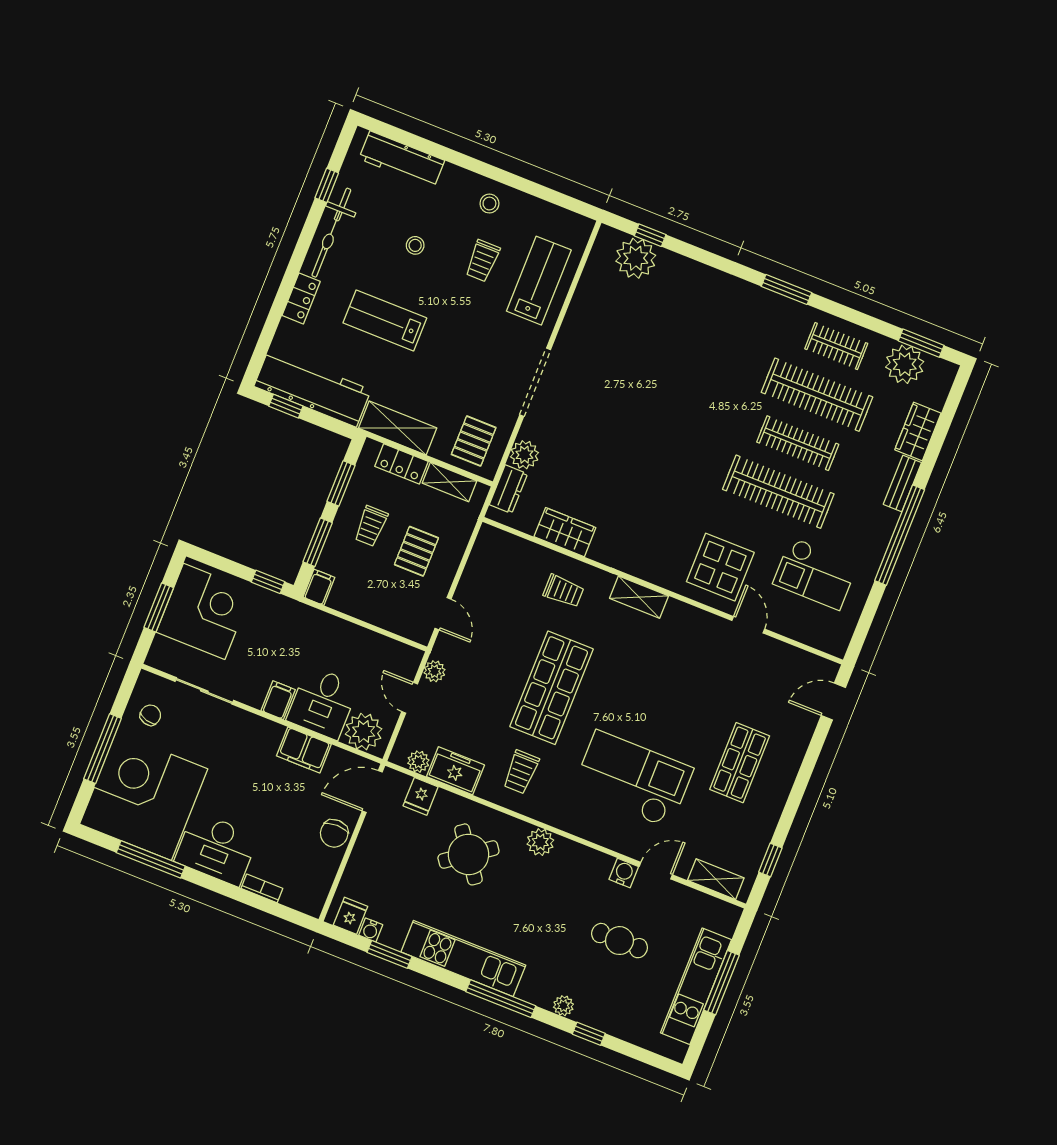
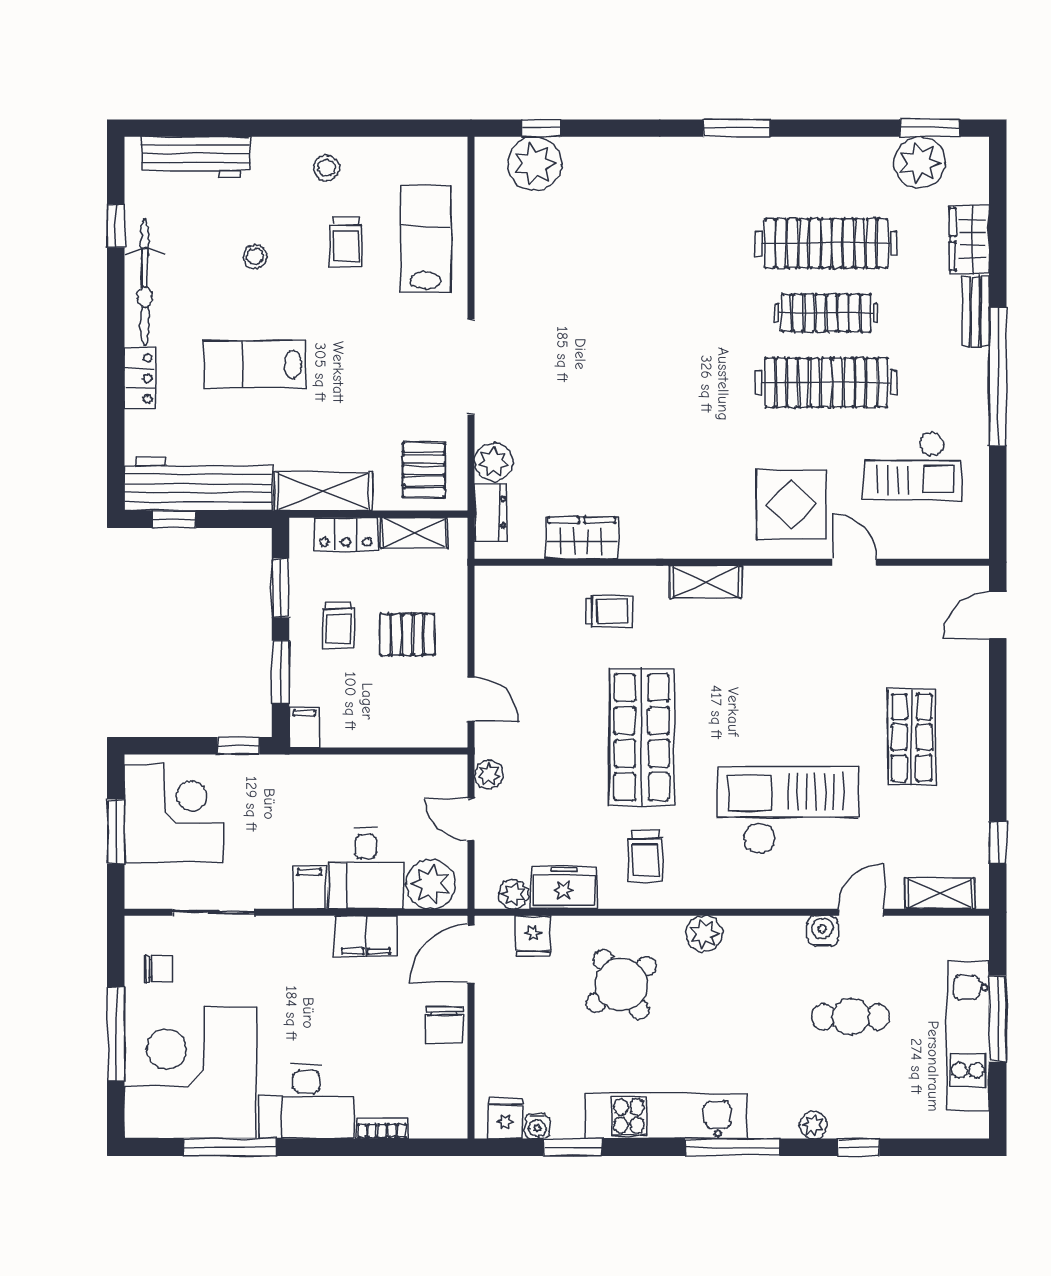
clothes rail: (836, 346) -> (826, 174), removed
pallet: (416, 551) -> (407, 635), turned 90
chair: (150, 715) -> (159, 969), turned 74

